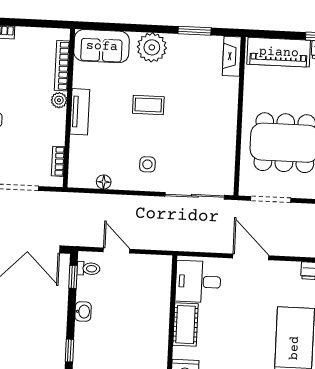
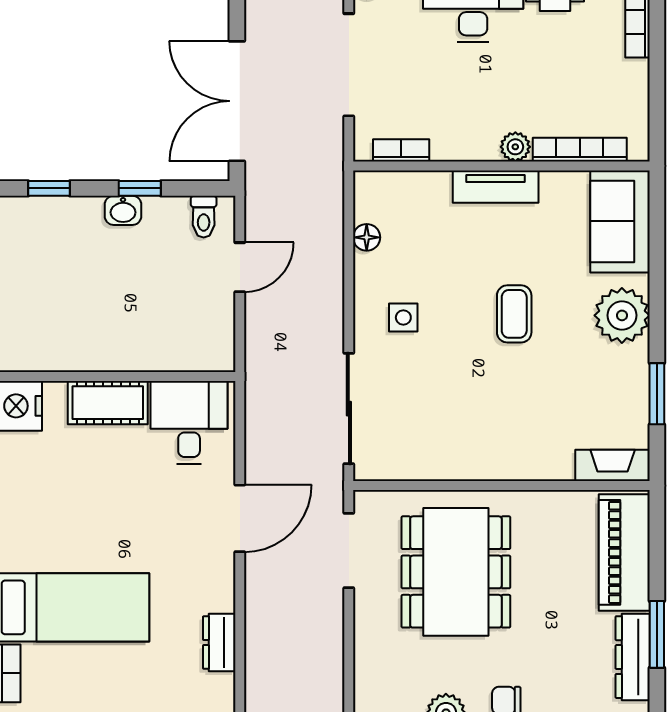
window: (73, 277) -> (140, 188), moved

